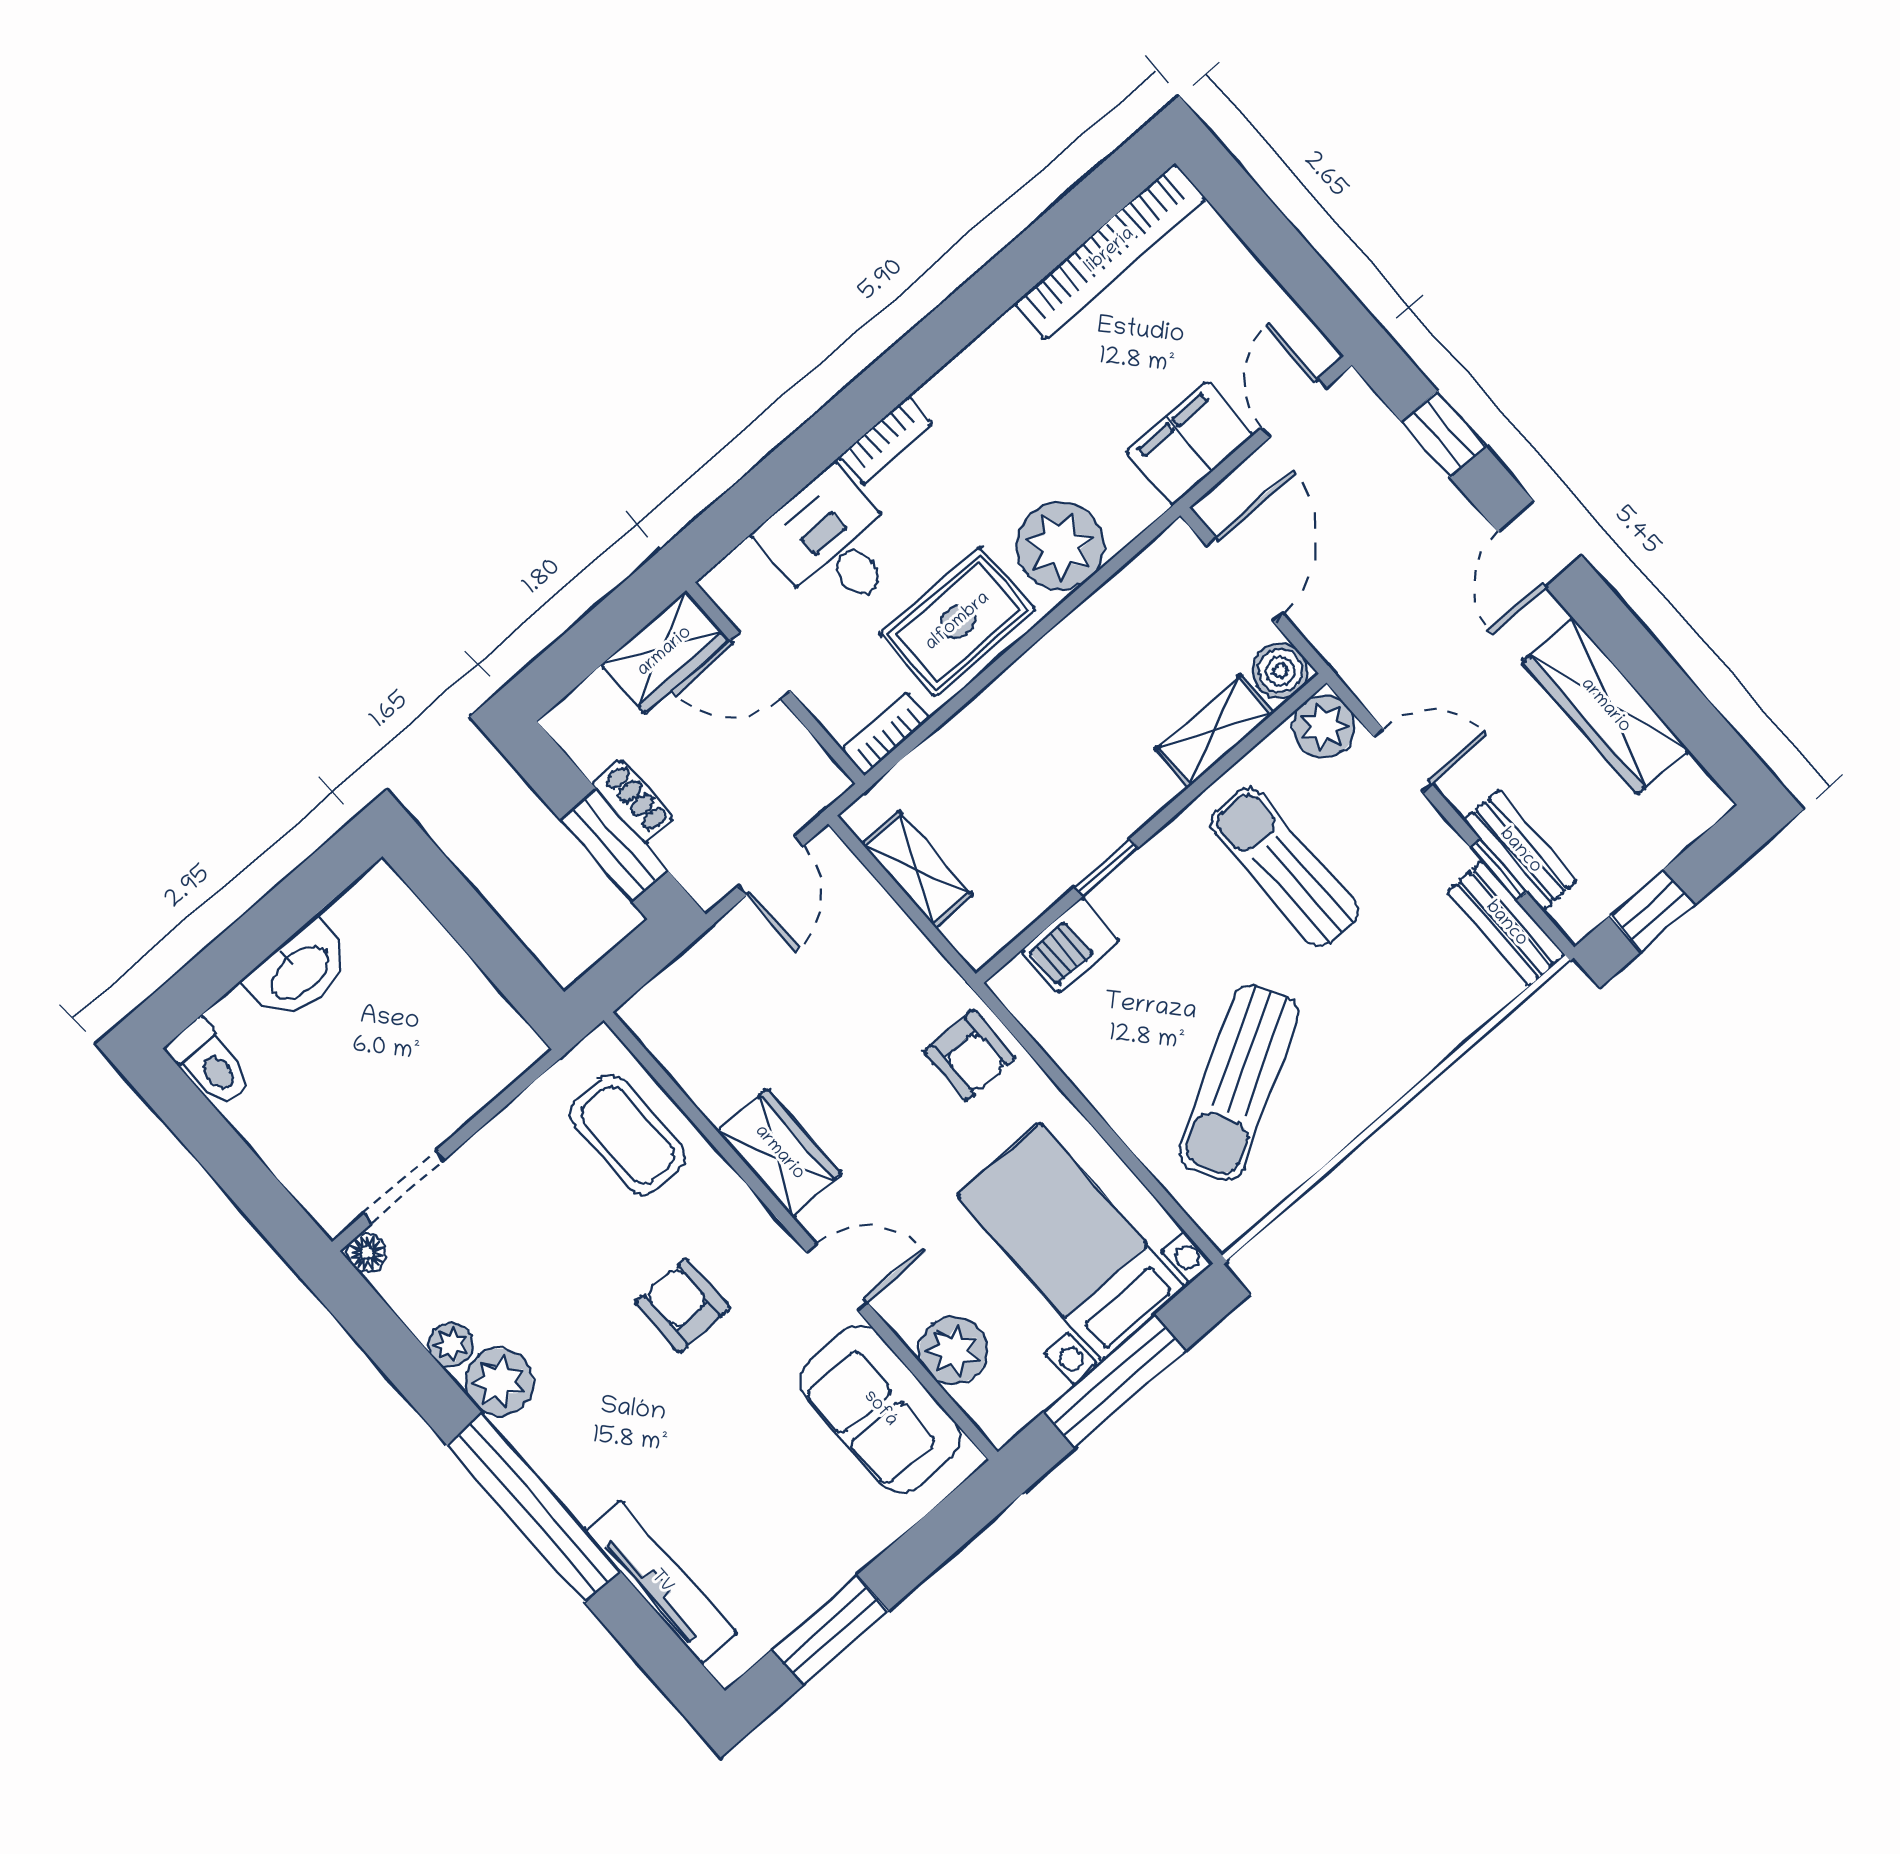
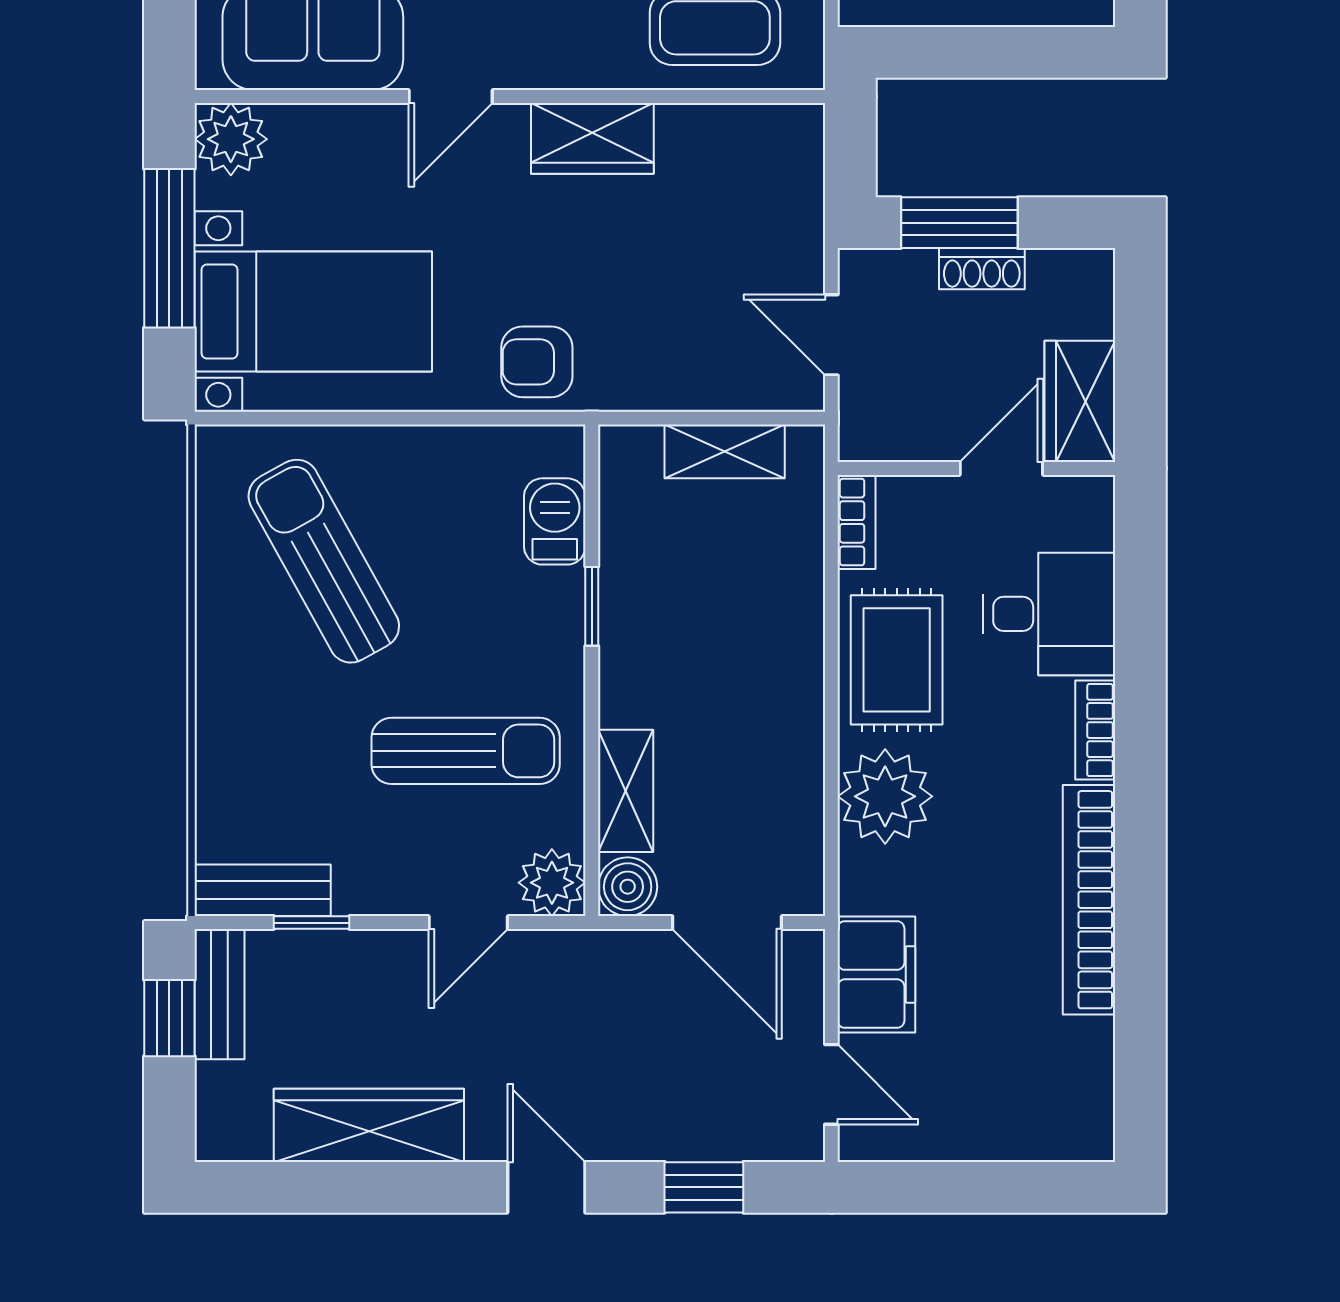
bookcase: (1110, 251) -> (1089, 900), moved
bench: (1520, 851) -> (219, 994), moved, turned 90
plant: (953, 1350) -> (231, 139), moved

